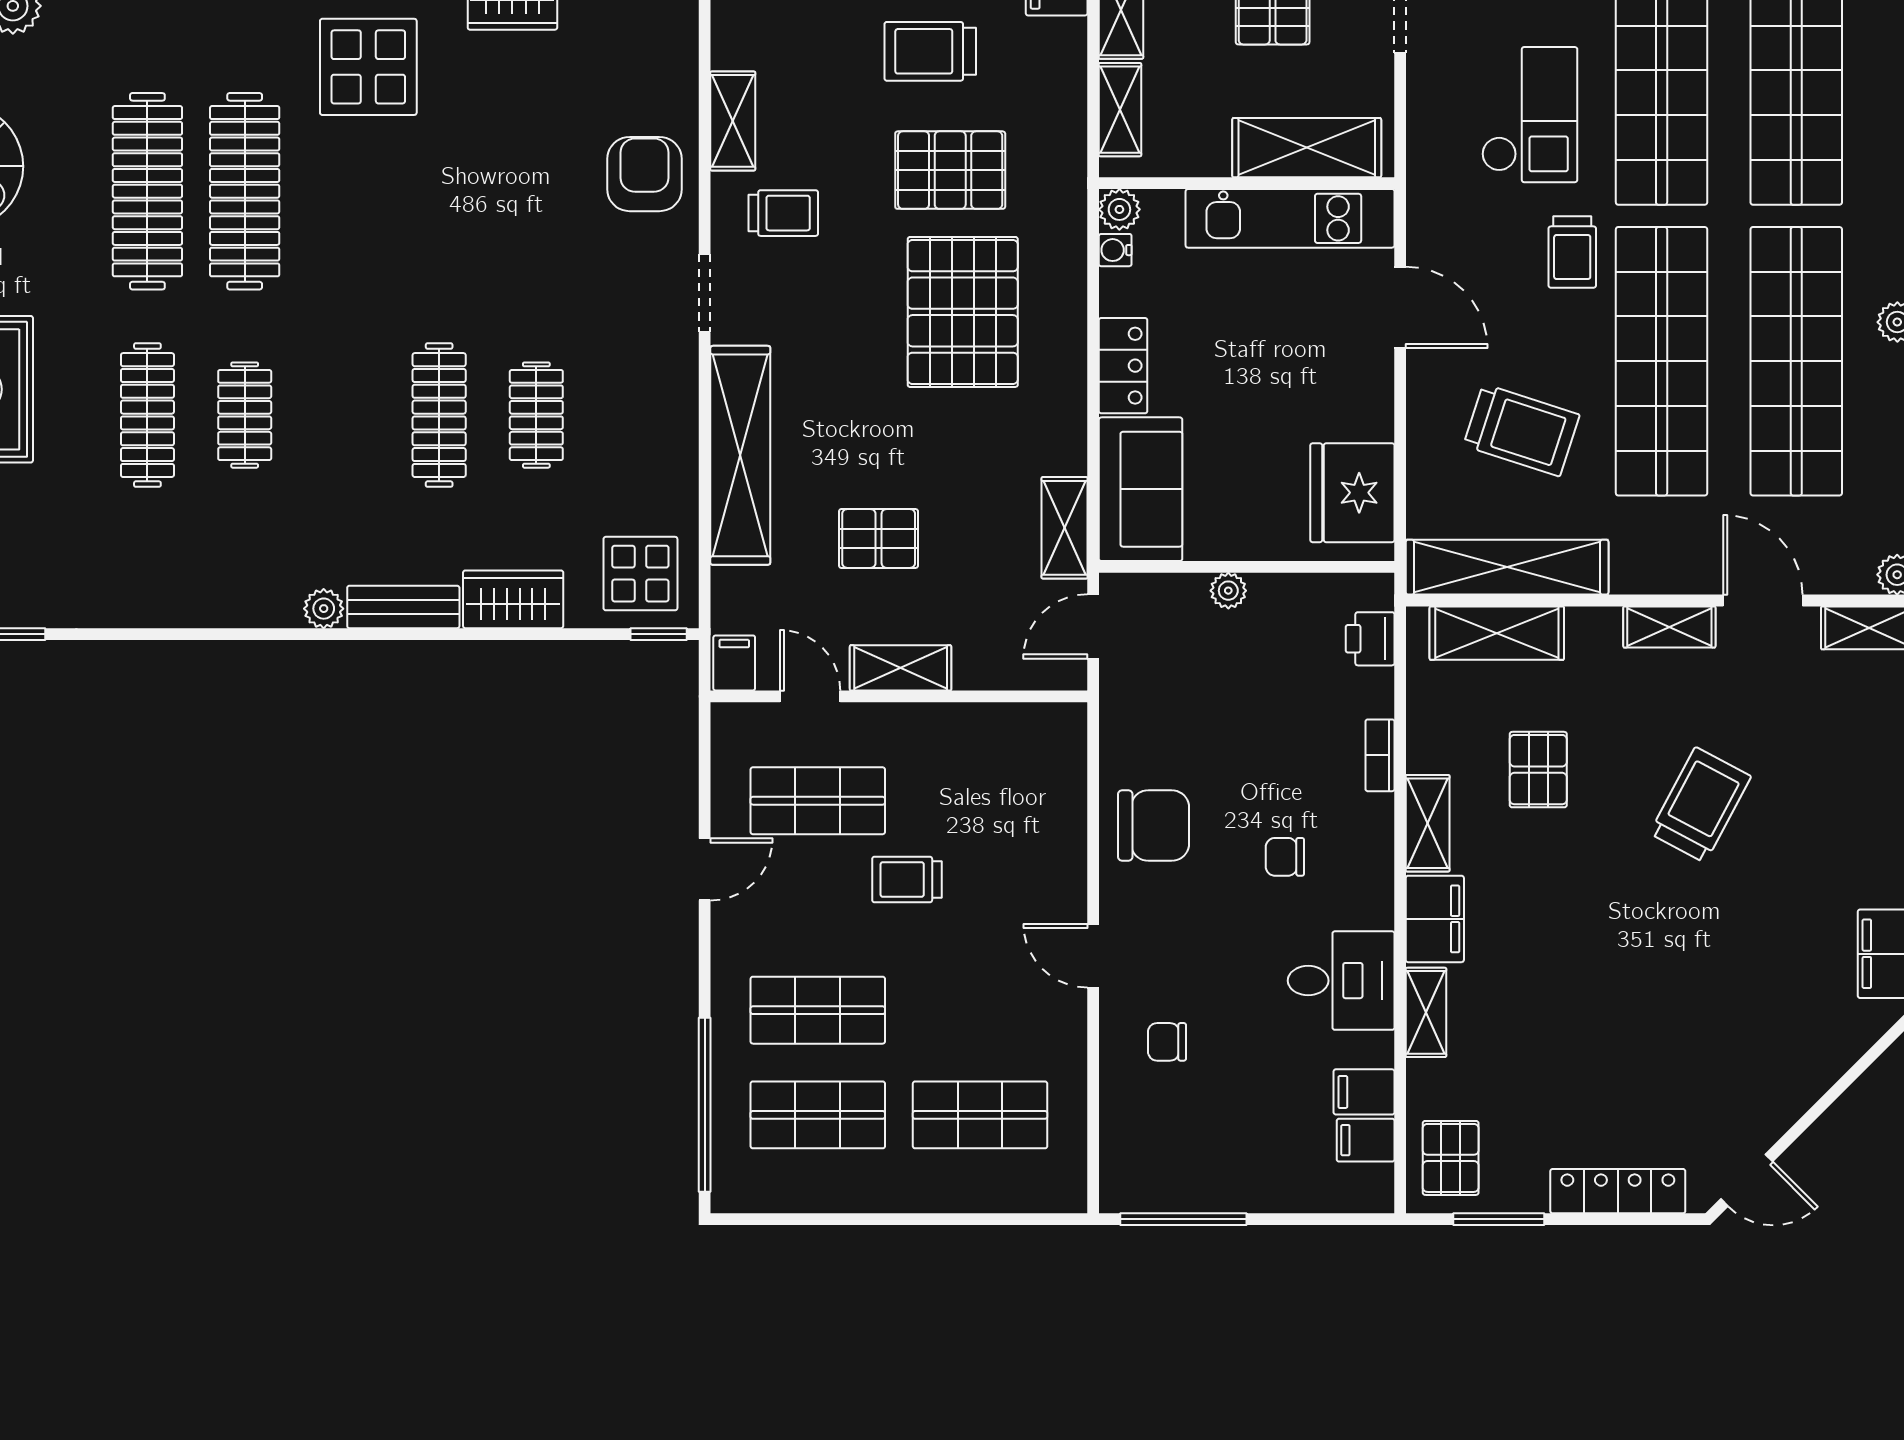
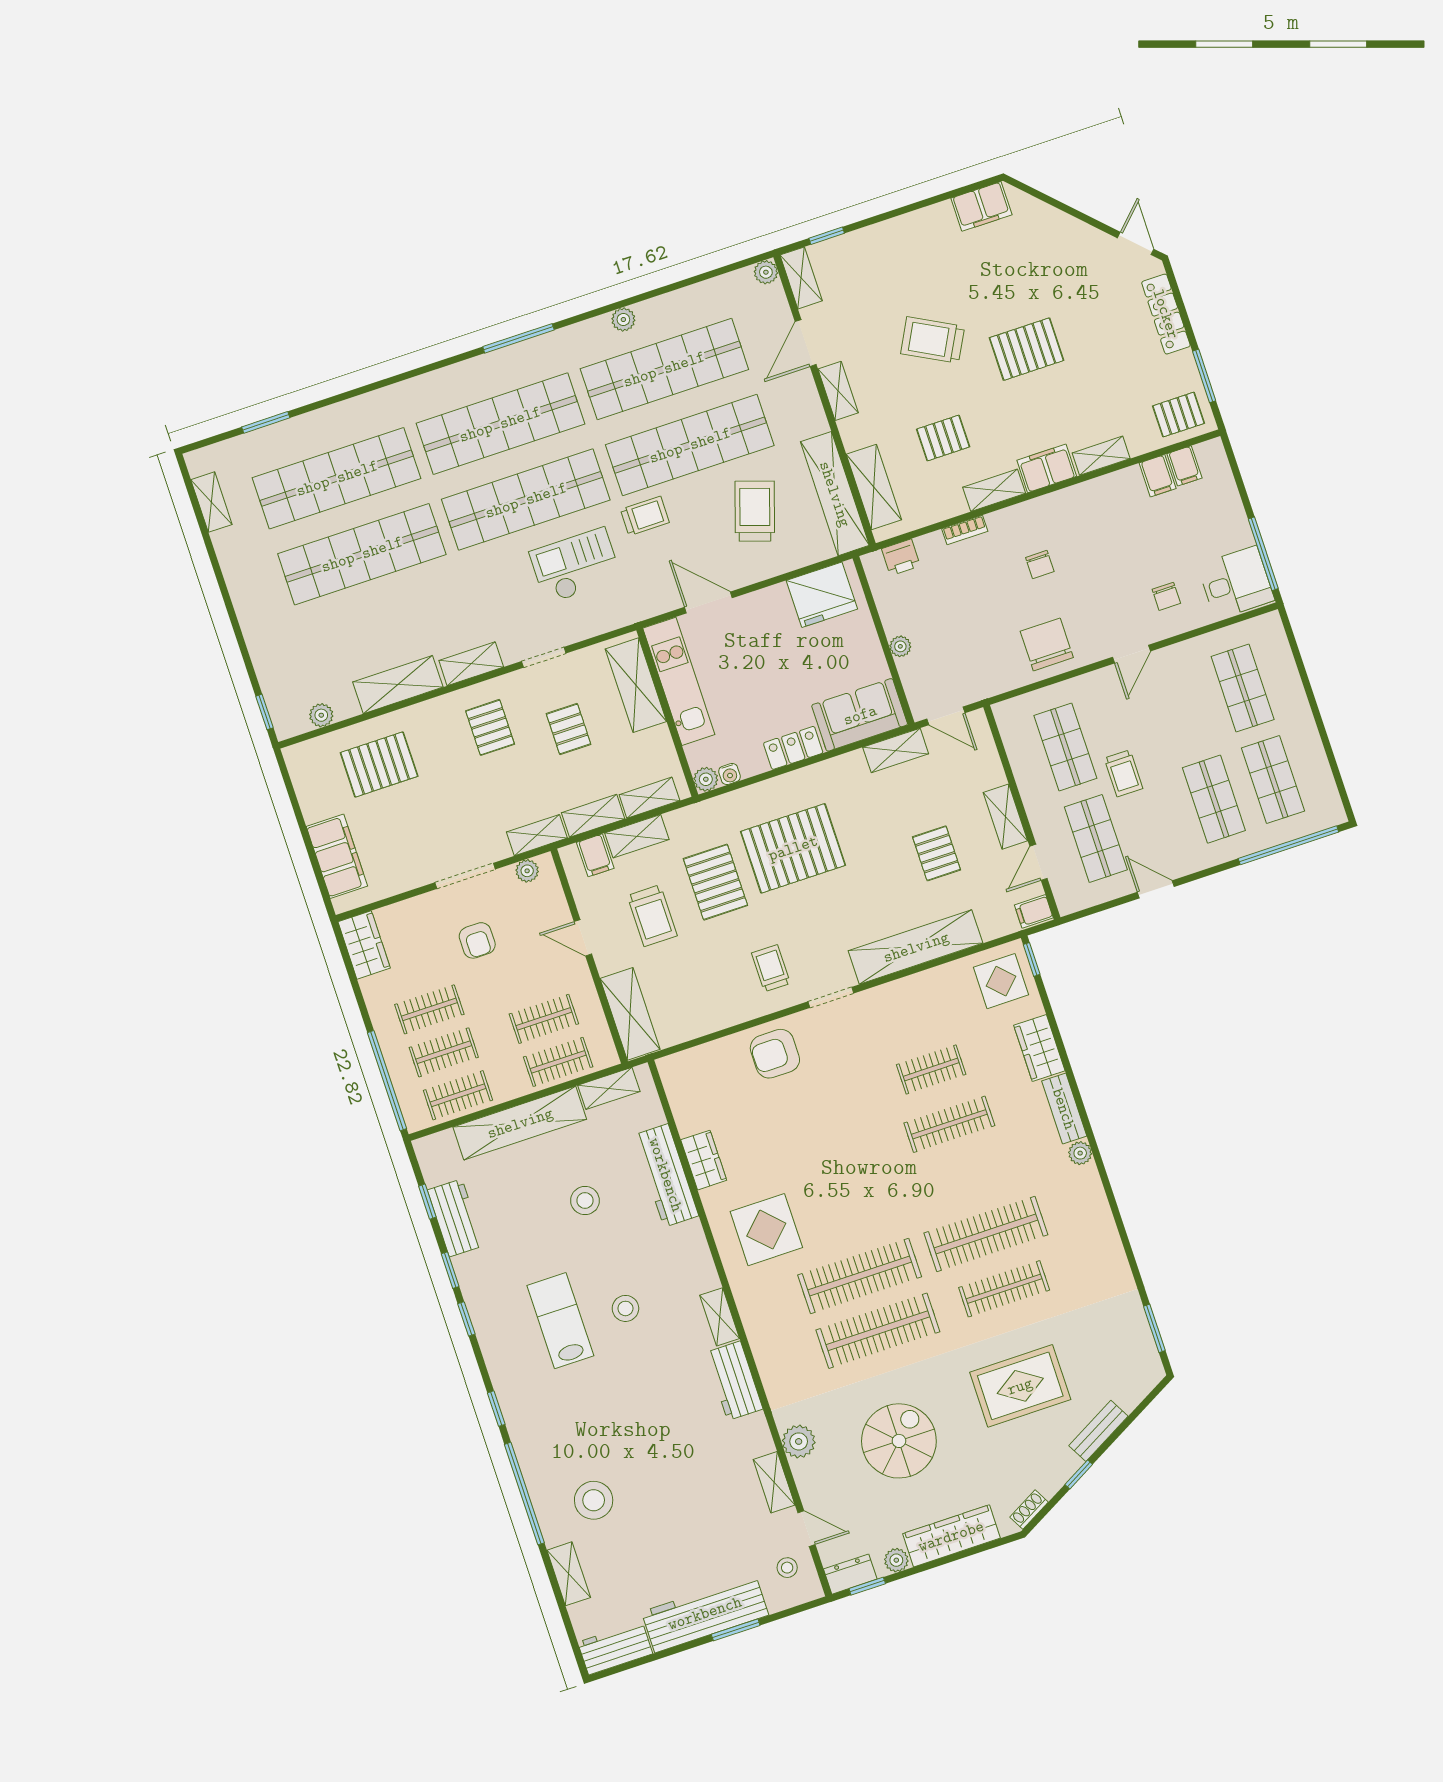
shelving: (733, 121) -> (637, 836), moved
door: (1400, 307) -> (708, 603), hinge flipped
clothes rail: (245, 415) -> (986, 1234), width x1.86, depth x1.31
shop shelf: (980, 801) -> (1065, 747), added
pallet: (1636, 950) -> (1027, 349), added
desk: (1341, 981) -> (1236, 583), moved, turned 90

